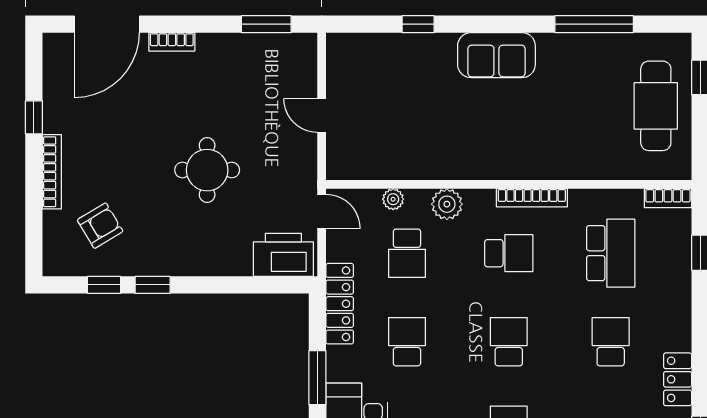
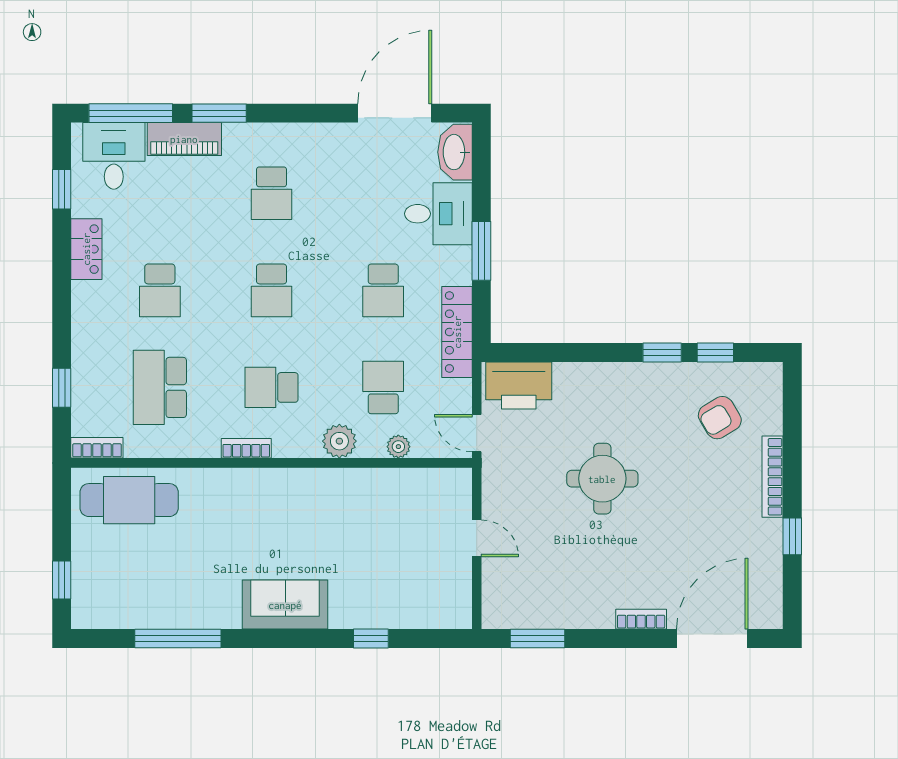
cafe table: (656, 106) -> (129, 500), moved, turned 90
bookcase: (532, 198) -> (246, 448), width x0.64

